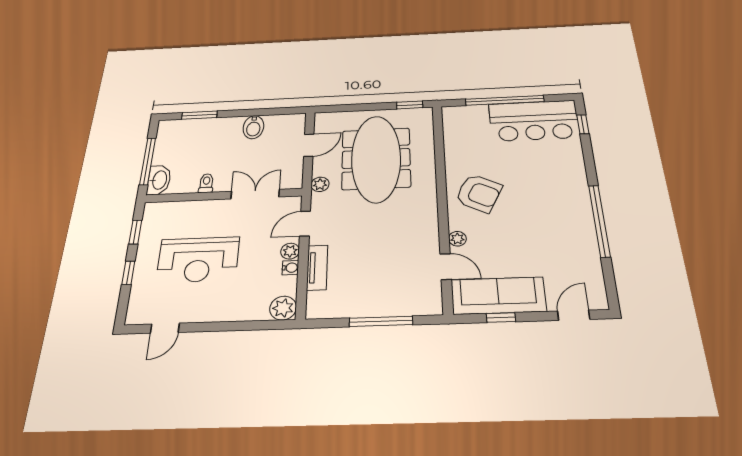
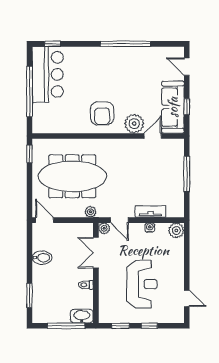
door: (309, 145) -> (45, 220), moved
armchair: (479, 193) -> (102, 113), turned 153
plant: (457, 239) -> (134, 124), width x1.87, depth x1.87
plant: (290, 251) -> (104, 228), moved

